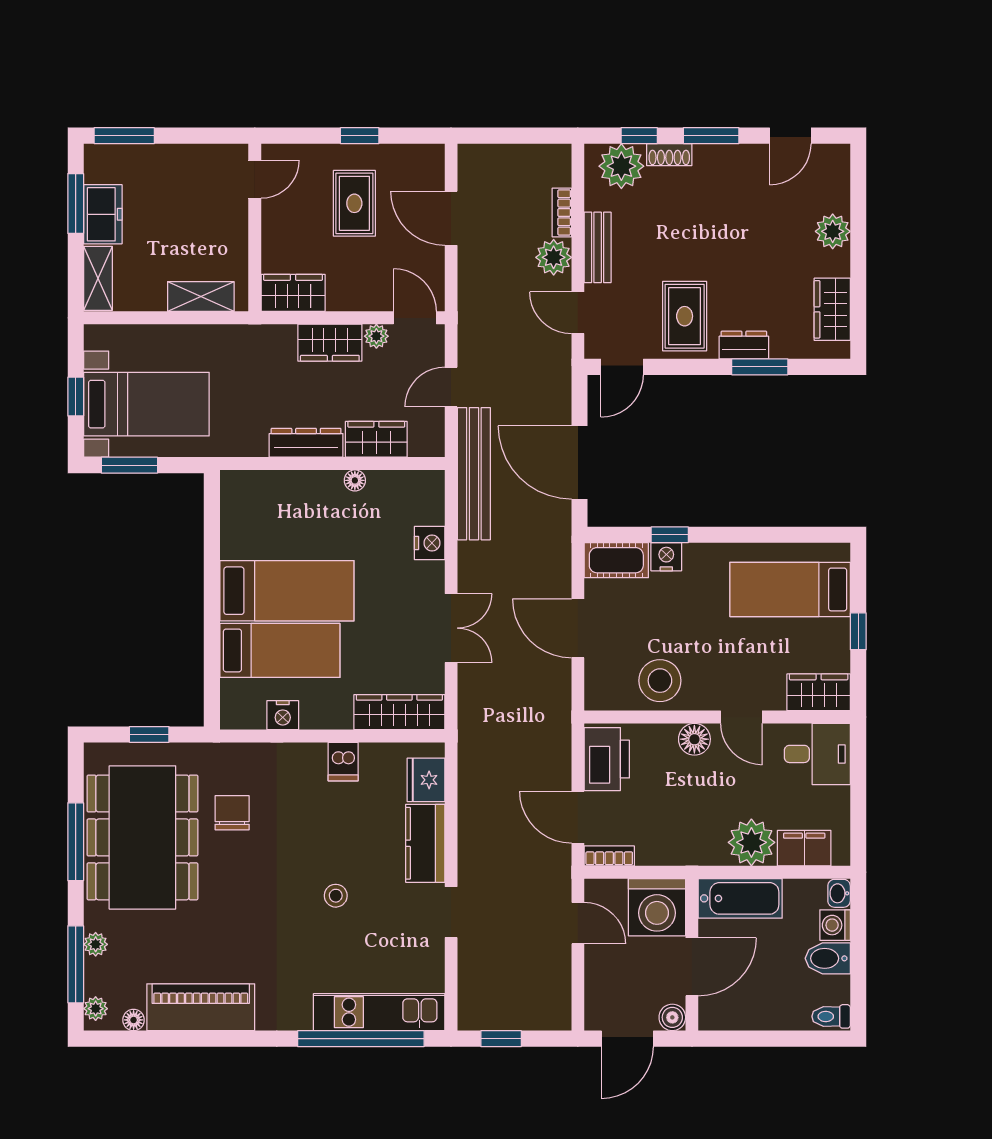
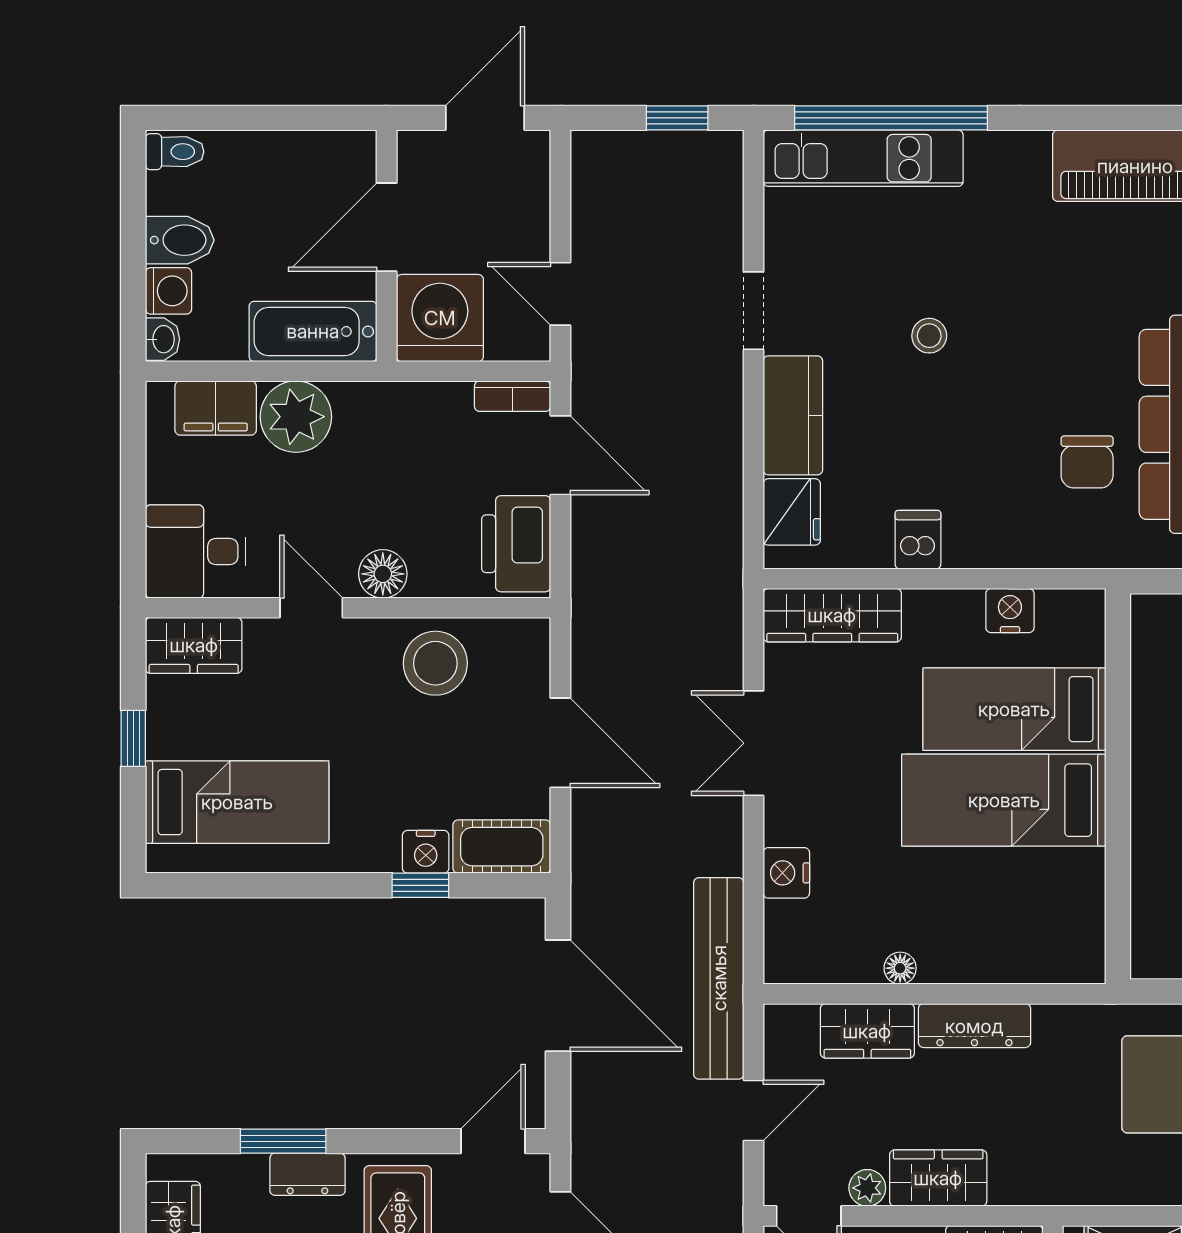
boiler: (672, 1017) -> (417, 150), removed

